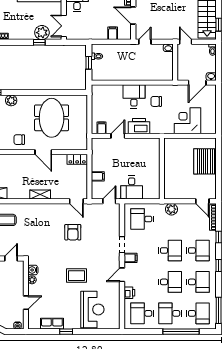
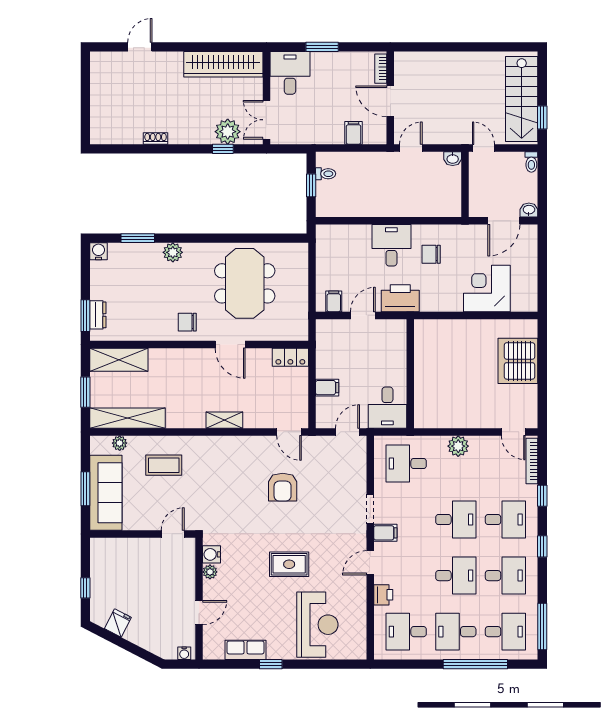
wall: (162, 169) -> (410, 374), moved

